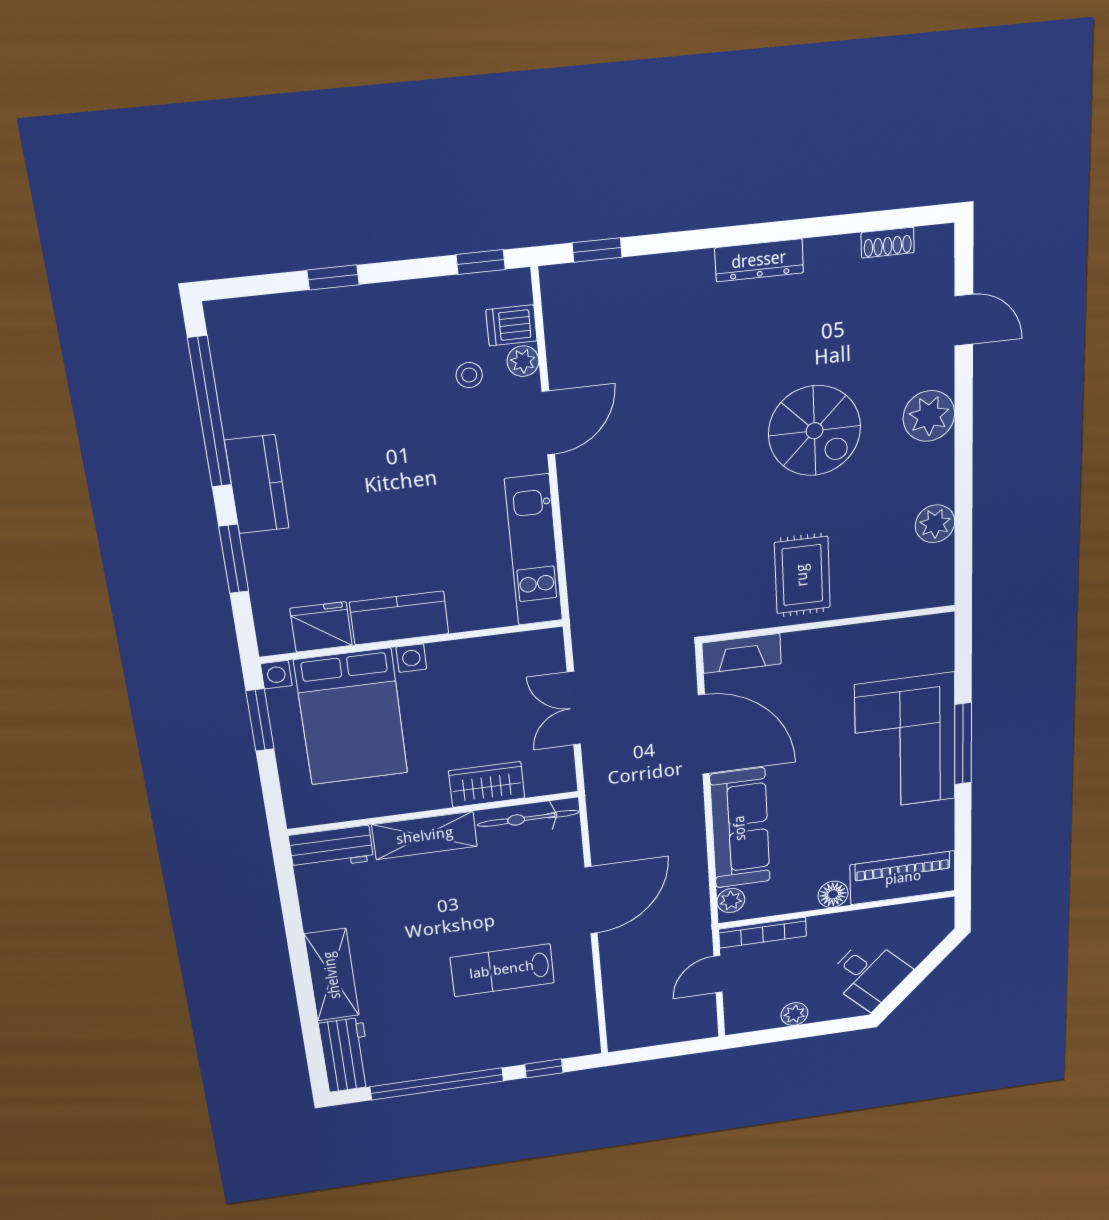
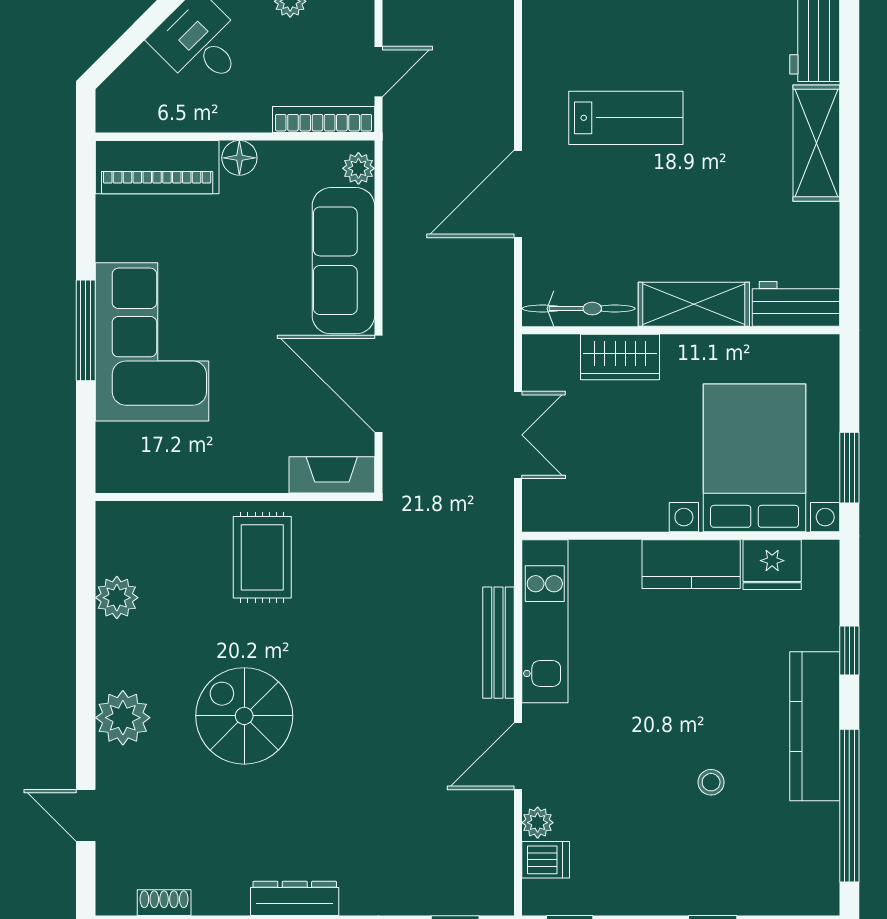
stool: (469, 375) -> (711, 782), moved
kitchen counter: (257, 484) -> (815, 726), width x1.50
bench: (576, 526) -> (498, 643), added
window: (234, 559) -> (849, 650), width x0.67

